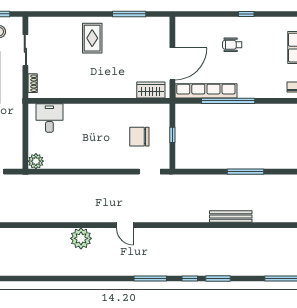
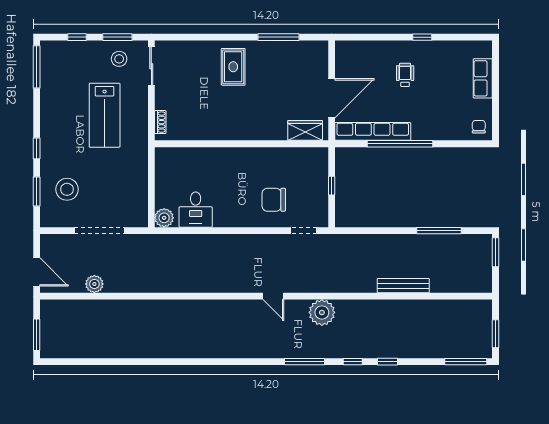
wheelchair: (232, 45) -> (405, 75), turned 90
sliding door: (25, 50) -> (151, 66), moved
desk: (49, 118) -> (196, 210), moved, turned 180
chair: (139, 137) -> (274, 200), moved
window: (245, 172) -> (439, 231), moved
plant: (81, 238) -> (322, 312), moved
window: (218, 279) -> (387, 362), width x0.67

